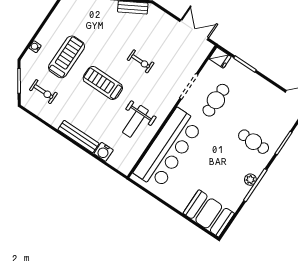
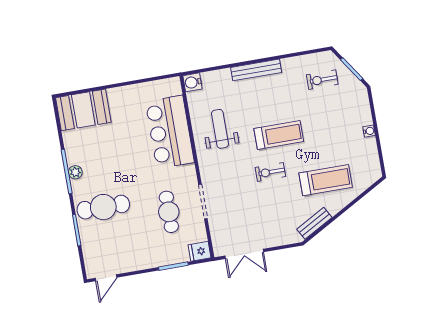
water cooler: (35, 47) -> (369, 131), moved
treadmill: (66, 57) -> (326, 180), moved, turned -90
exercise bike: (141, 61) -> (270, 172), moved
cafe table: (254, 142) -> (103, 207), width x1.37, depth x1.35
bar counter: (168, 149) -> (170, 132), width x0.73
water cooler: (104, 152) -> (192, 82), moved, turned -90

